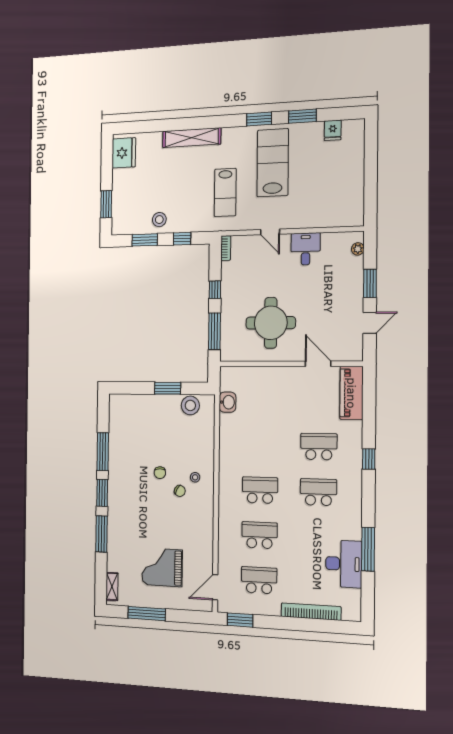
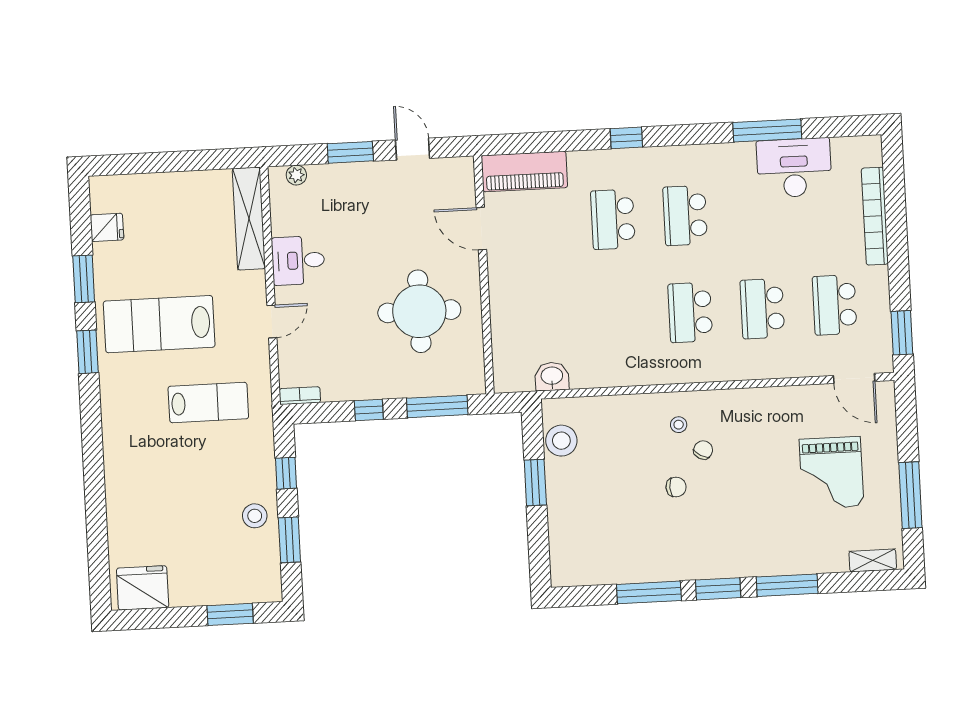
shelving: (192, 138) -> (249, 219), moved
door: (318, 364) -> (481, 229), hinge flipped

